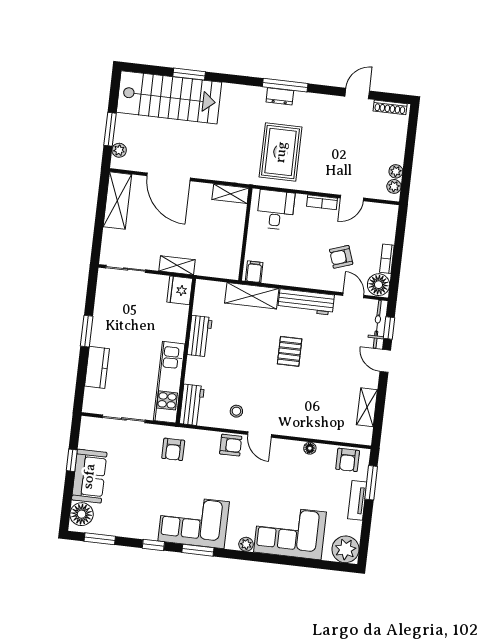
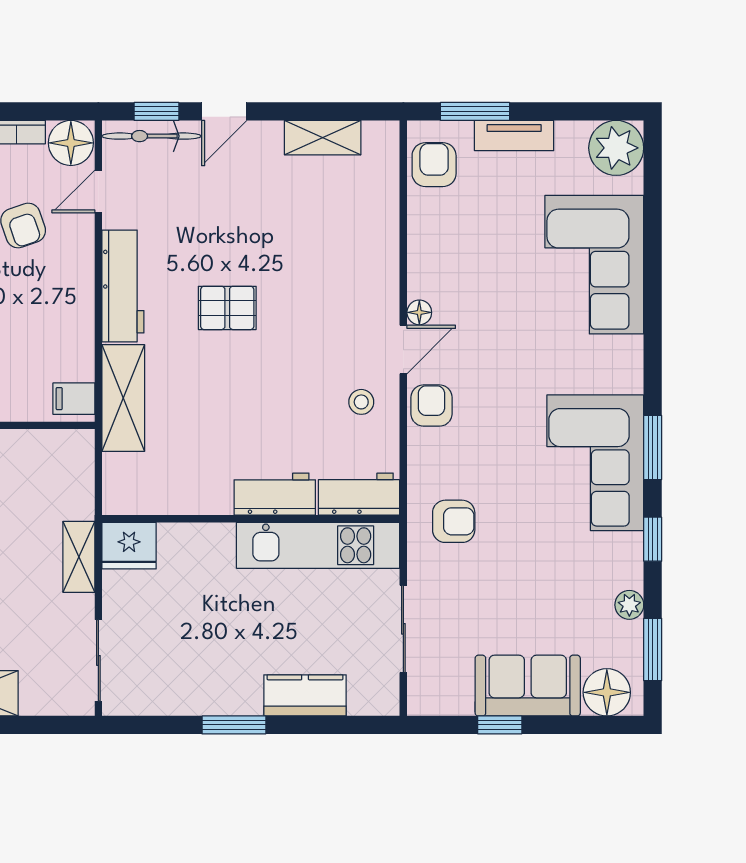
workbench: (200, 336) -> (275, 494), moved
floor lamp: (310, 448) -> (419, 312), moved
armchair: (348, 460) -> (434, 165), turned -90
plant: (246, 544) -> (629, 605), moved

